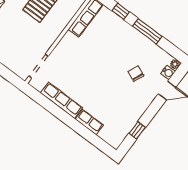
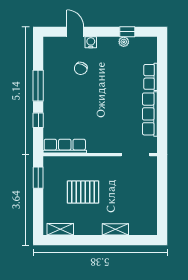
plant: (175, 64) -> (124, 42), moved
water cooler: (168, 73) -> (91, 42), moved

